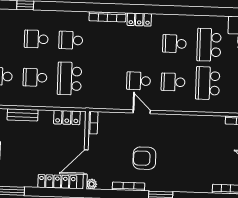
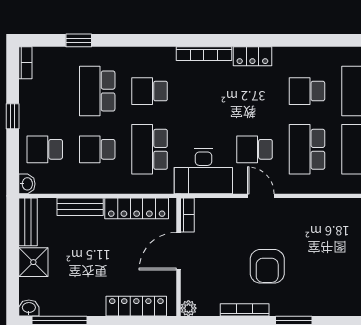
school desk: (36, 39) -> (97, 91), width x1.85
school desk: (173, 82) -> (307, 149), width x1.85
desk: (104, 94) -> (203, 171), added
locker: (67, 117) -> (137, 208), width x1.53
armchair: (144, 158) -> (267, 266), turned -90
door: (86, 162) -> (179, 251), moved

